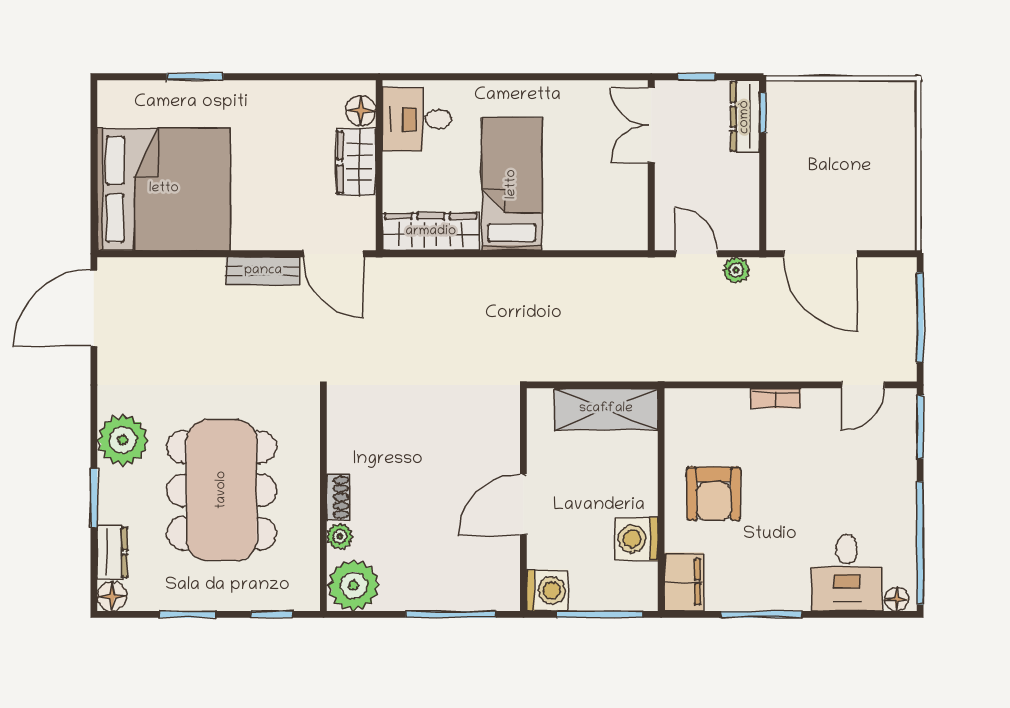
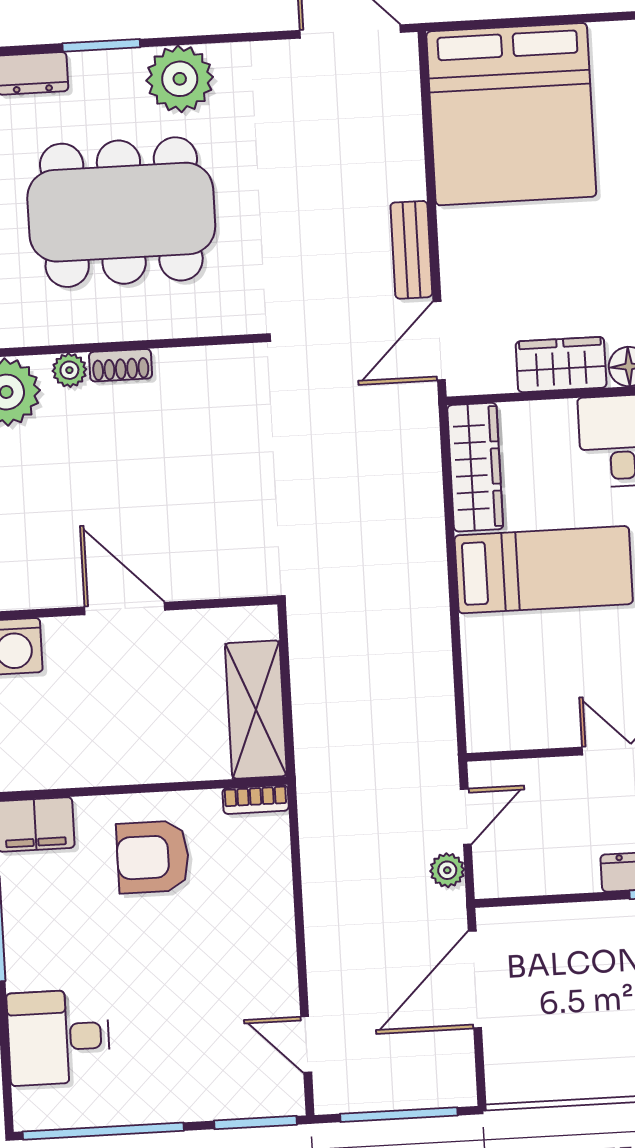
bookcase: (776, 398) -> (256, 800), moved, turned -90
washing machine: (636, 539) -> (88, 759), removed
floor lamp: (897, 599) -> (28, 1105), removed

